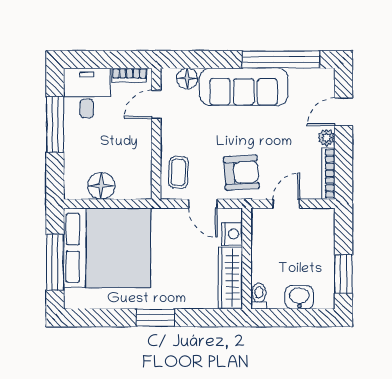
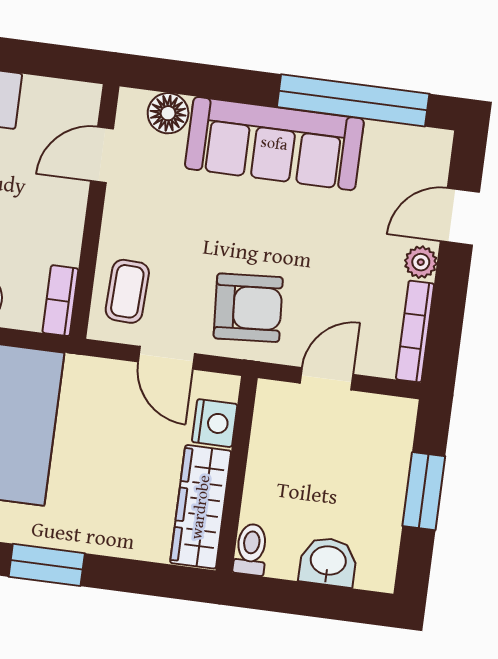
bookcase: (129, 75) -> (60, 301), moved, turned 90
window: (344, 274) -> (424, 491), moved

